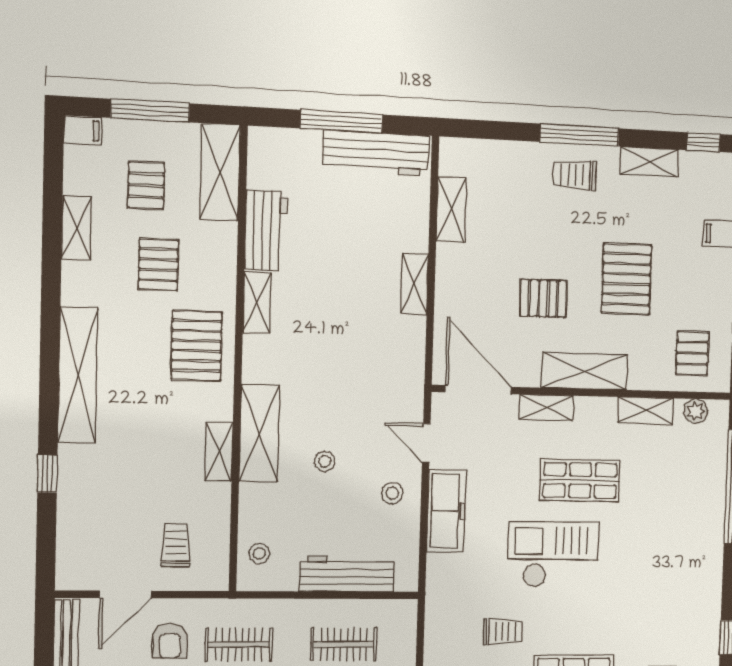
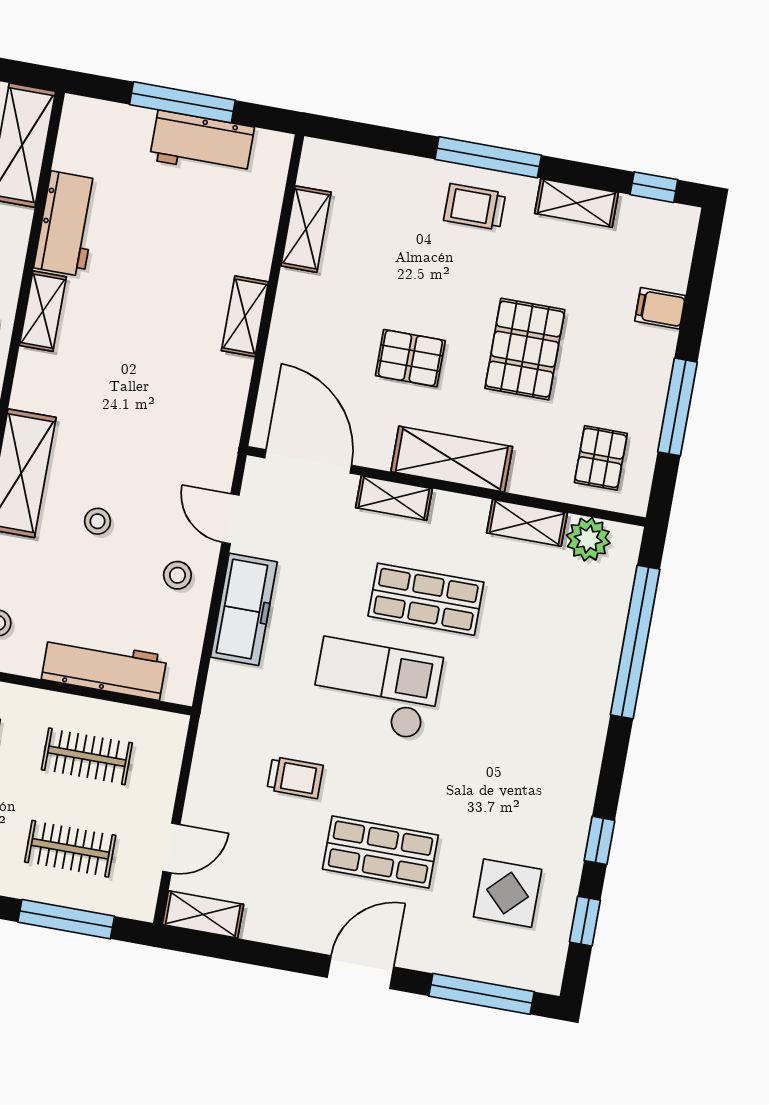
workbench: (376, 153) -> (202, 143), width x0.73
plant: (696, 411) -> (588, 539), width x1.38, depth x1.38

